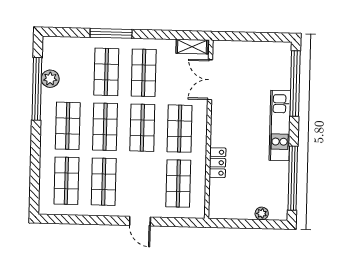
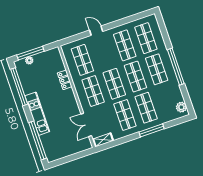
plant: (50, 79) -> (181, 107), moved
double door: (210, 80) -> (86, 125), swing flipped
window: (37, 89) -> (176, 67), moved
window: (256, 224) -> (30, 53), added

